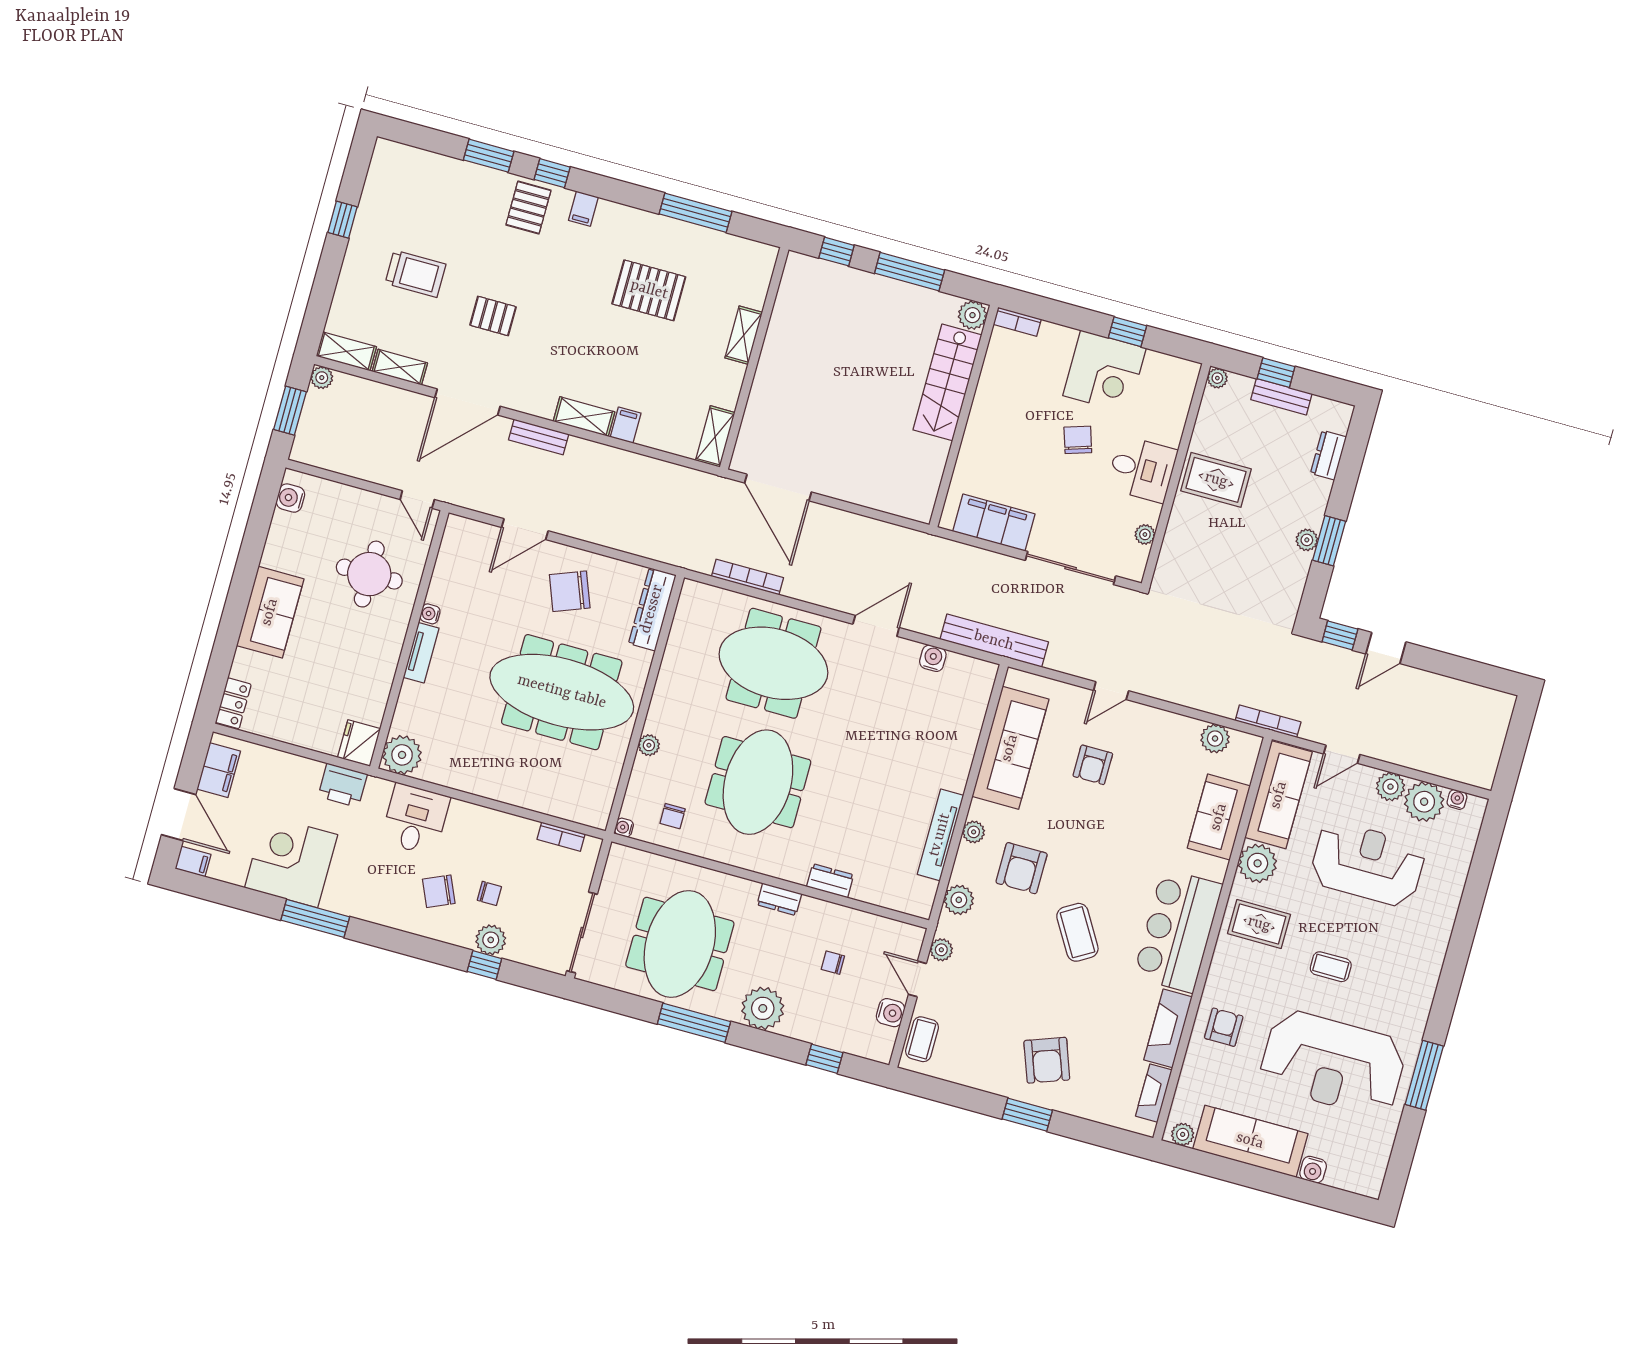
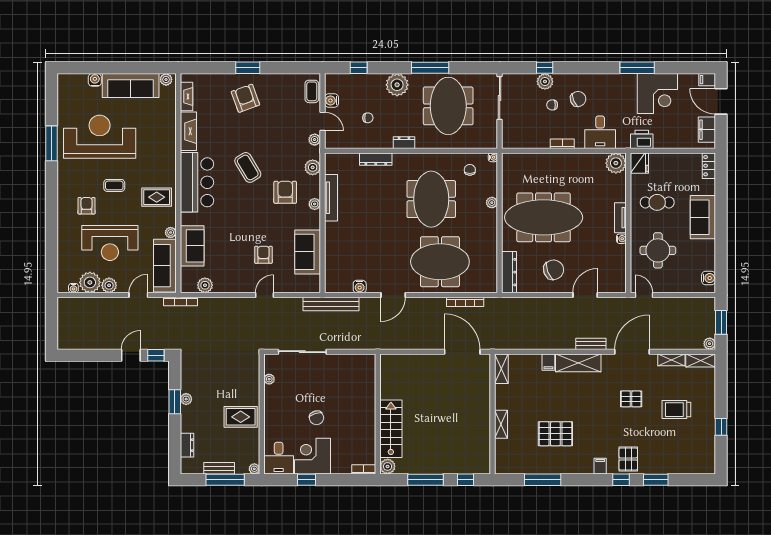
window: (1276, 373) -> (225, 480), width x2.17
shelving: (584, 417) -> (578, 363), width x1.50, depth x1.33
desk: (1142, 469) -> (279, 458), moved, turned -90
filing cabinet: (994, 523) -> (348, 364), removed
cafe table: (346, 662) -> (657, 202), added
sofa: (1010, 748) -> (308, 252), width x0.73
bookcase: (561, 837) -> (562, 144), moved
plant: (1258, 863) -> (171, 233), width x0.53, depth x0.53
dresser: (830, 881) -> (376, 159), width x1.44
armchair: (1224, 1027) -> (87, 206), moved, turned 180

